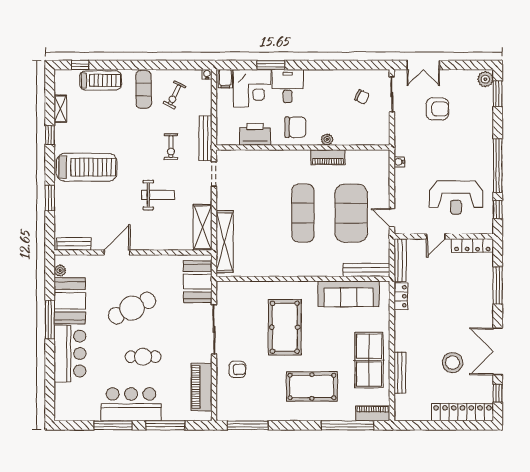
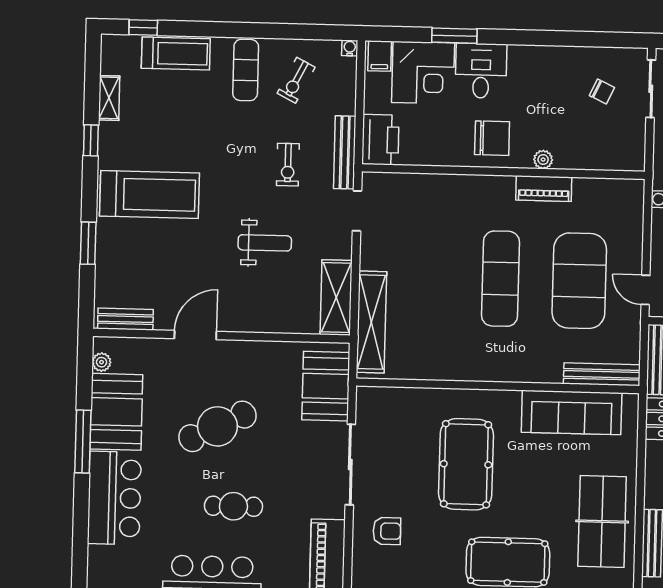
printer: (255, 134) -> (380, 140), moved, turned 90

